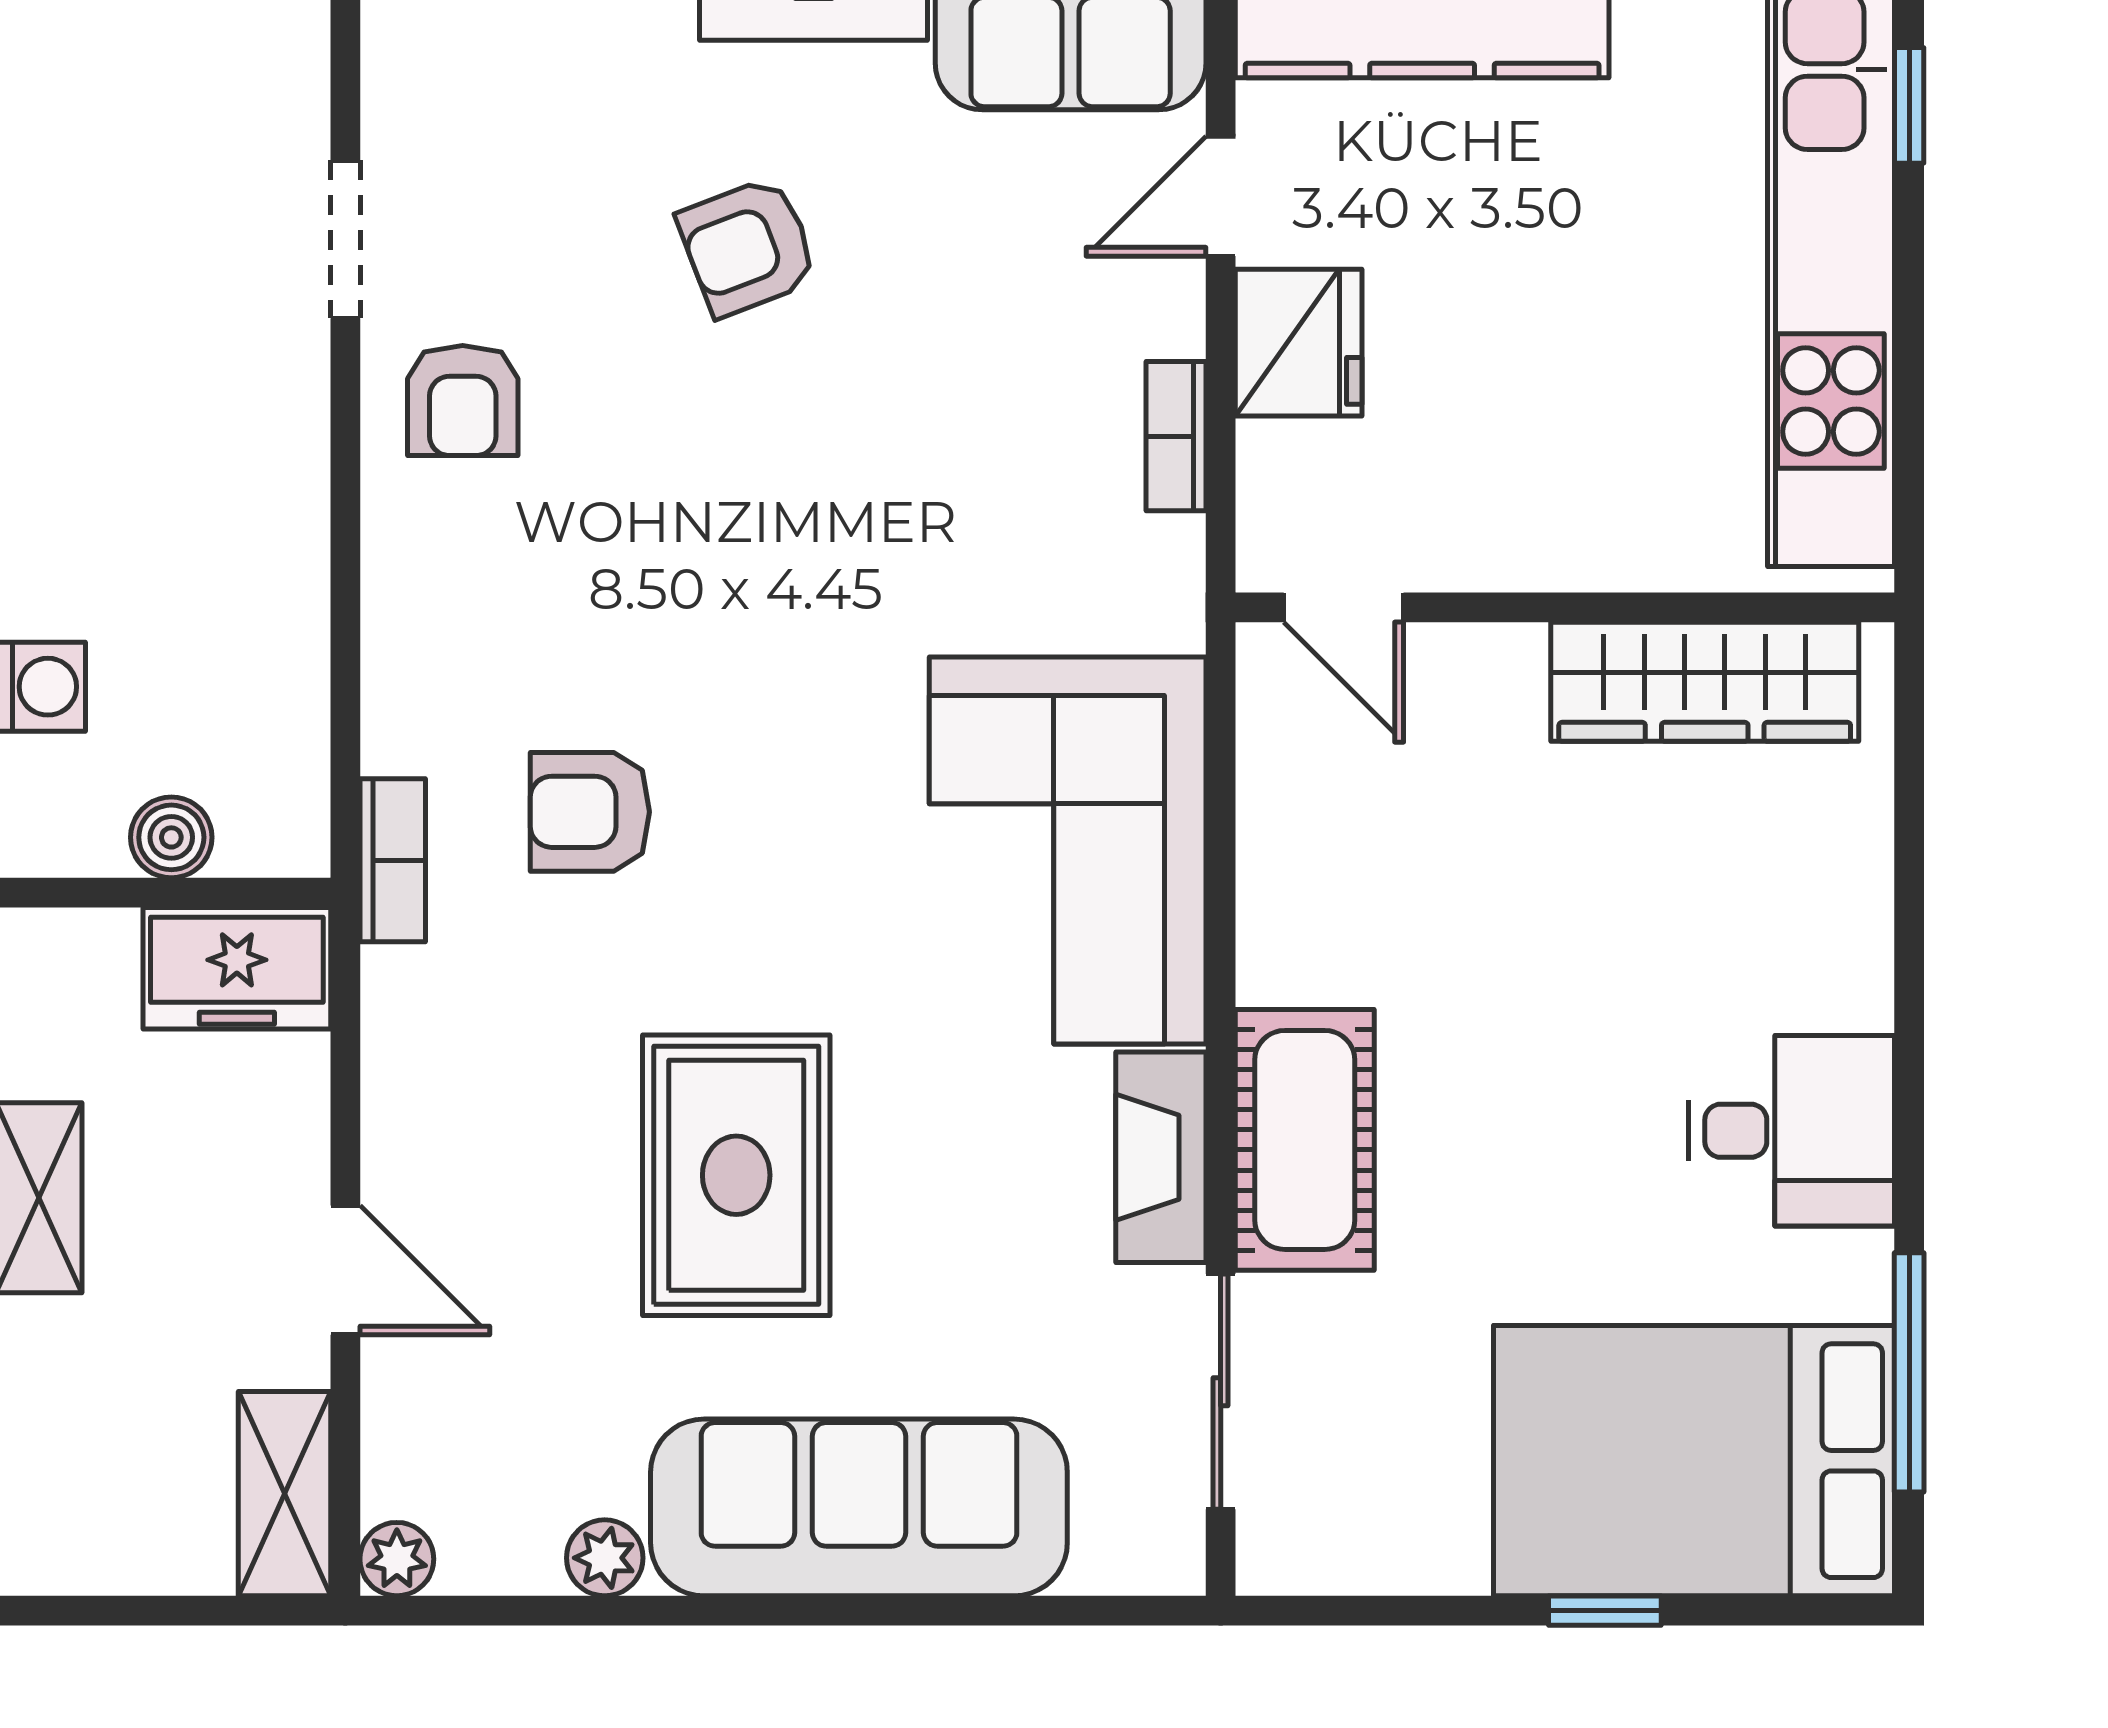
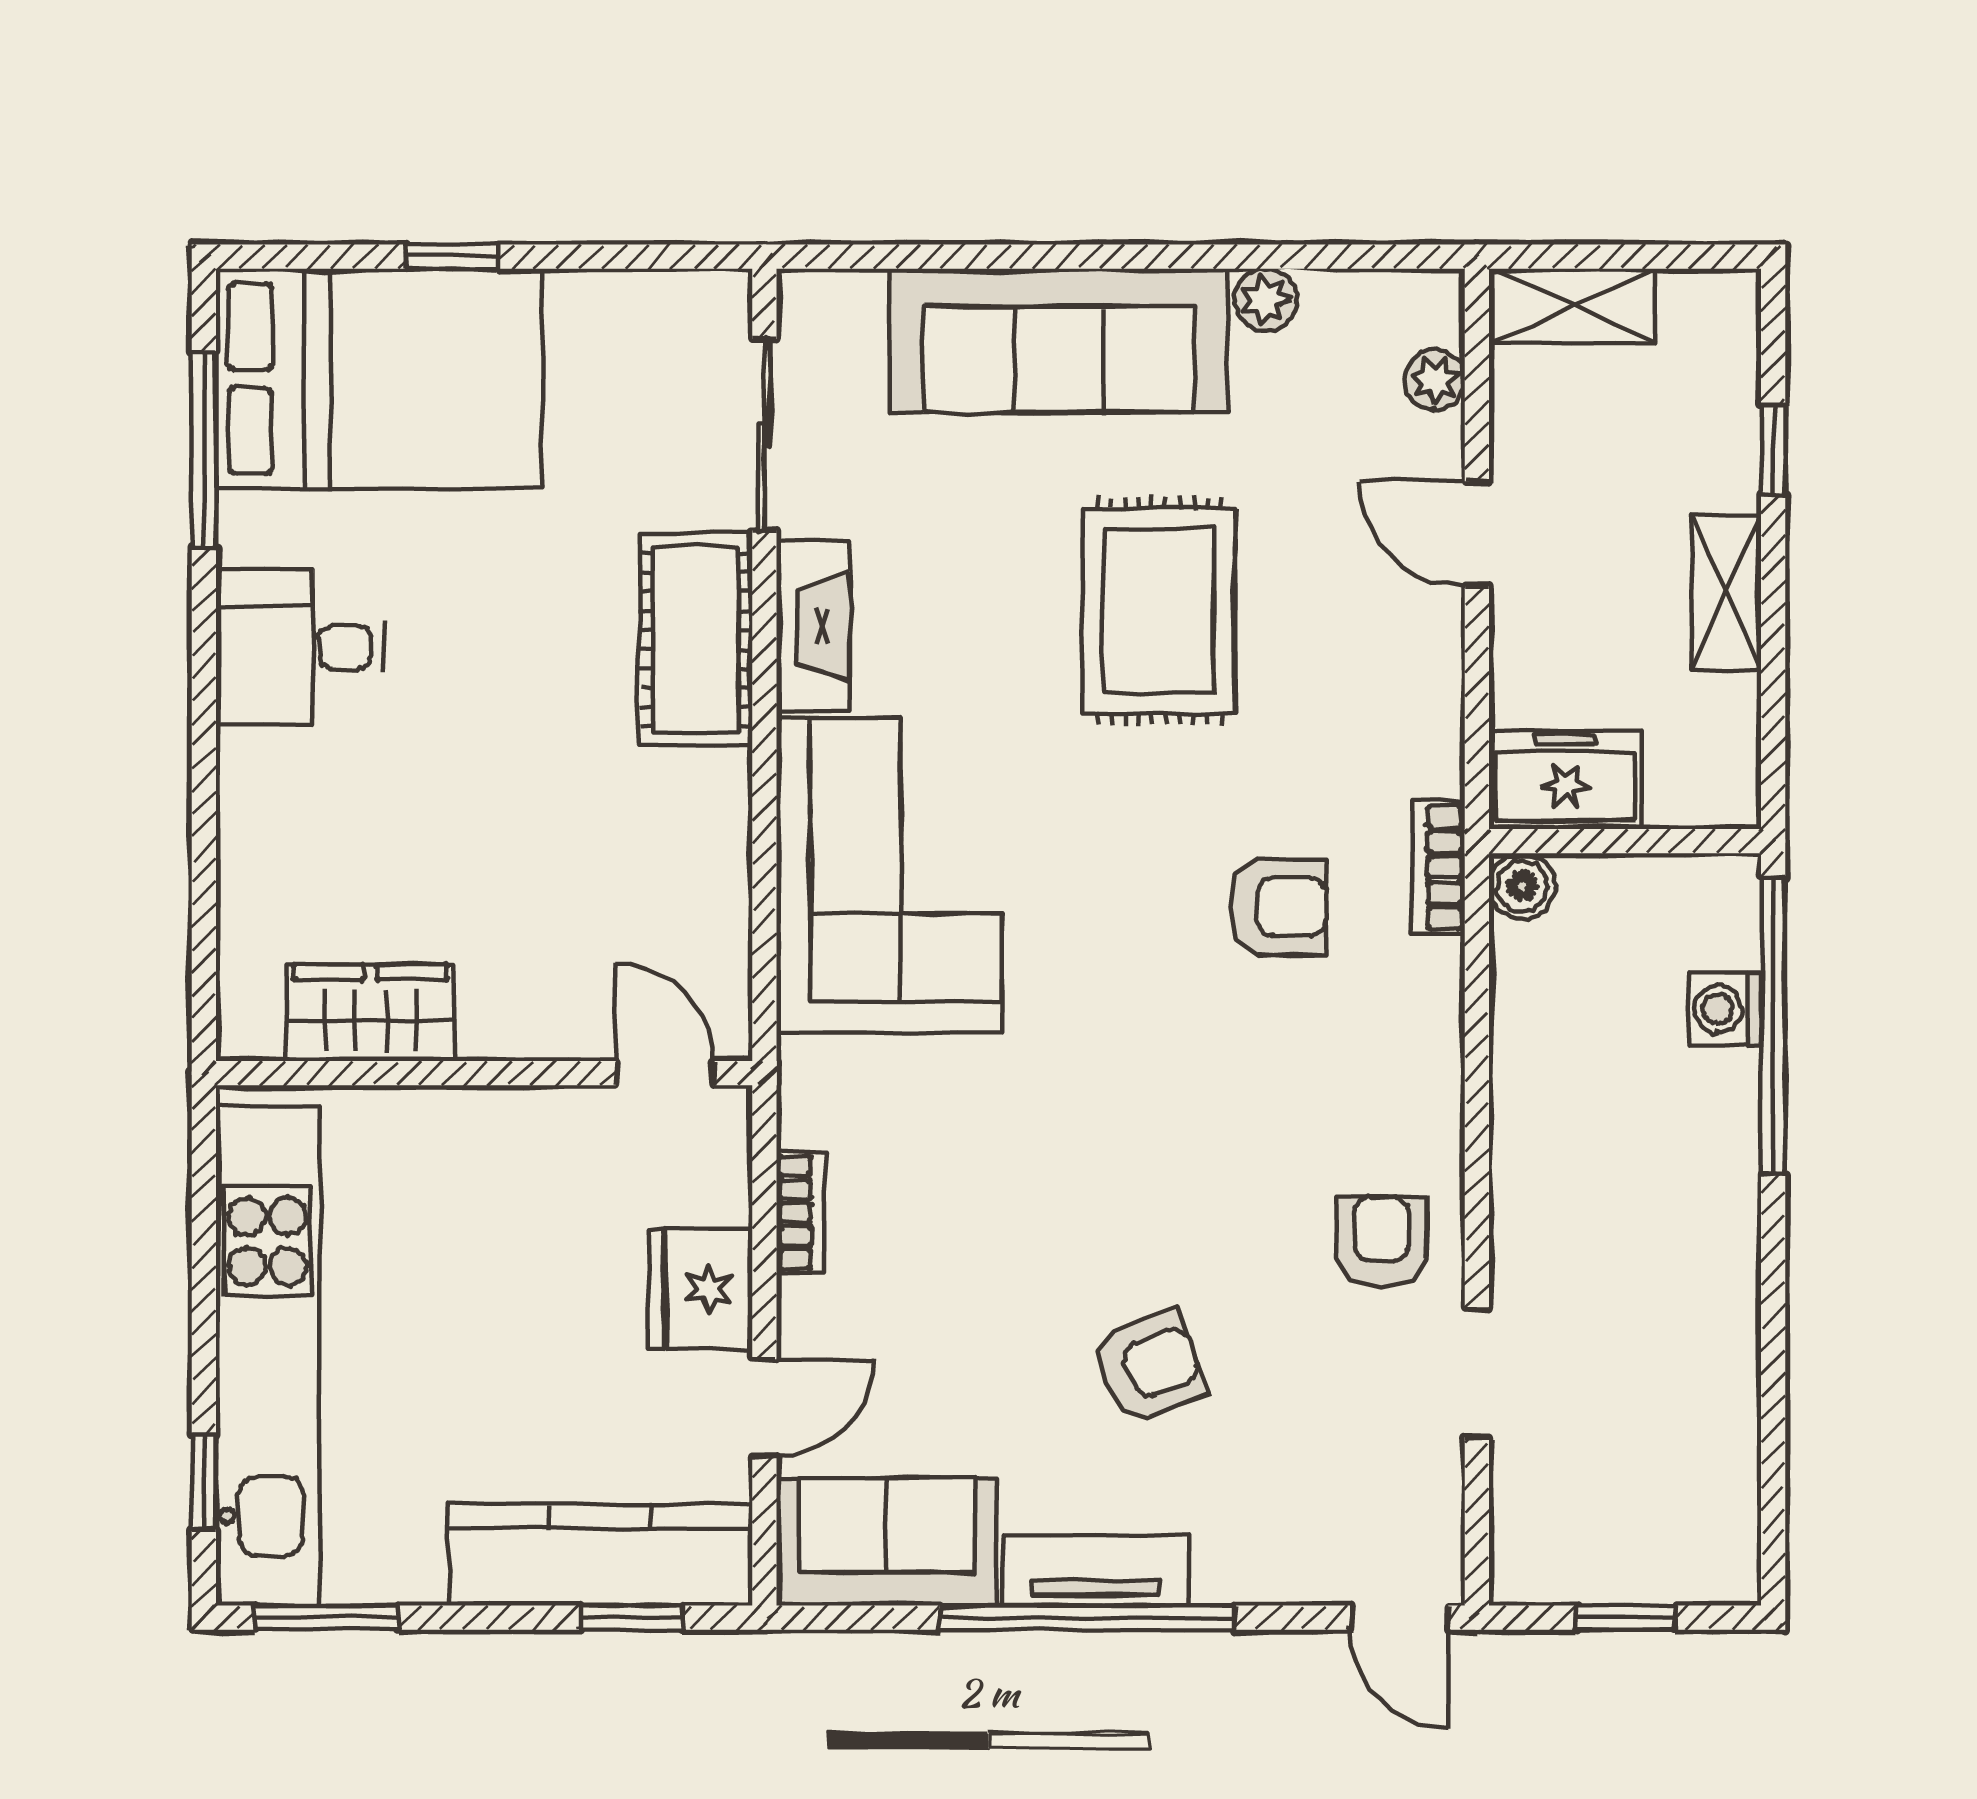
wardrobe: (1705, 682) -> (370, 1013), width x0.67
boiler: (171, 837) -> (1522, 886), moved
shelving: (284, 1494) -> (1572, 306), moved, turned 90
plant: (397, 1559) -> (1435, 380), moved

